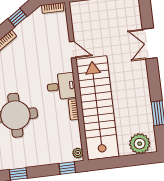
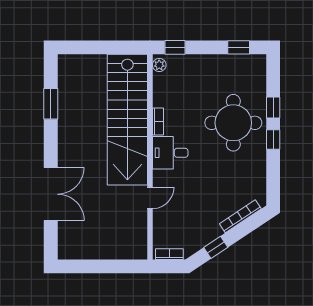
double door: (150, 43) -> (51, 194), width x1.37
door: (73, 50) -> (150, 198), swing flipped
plant: (140, 144) -> (79, 68), removed

